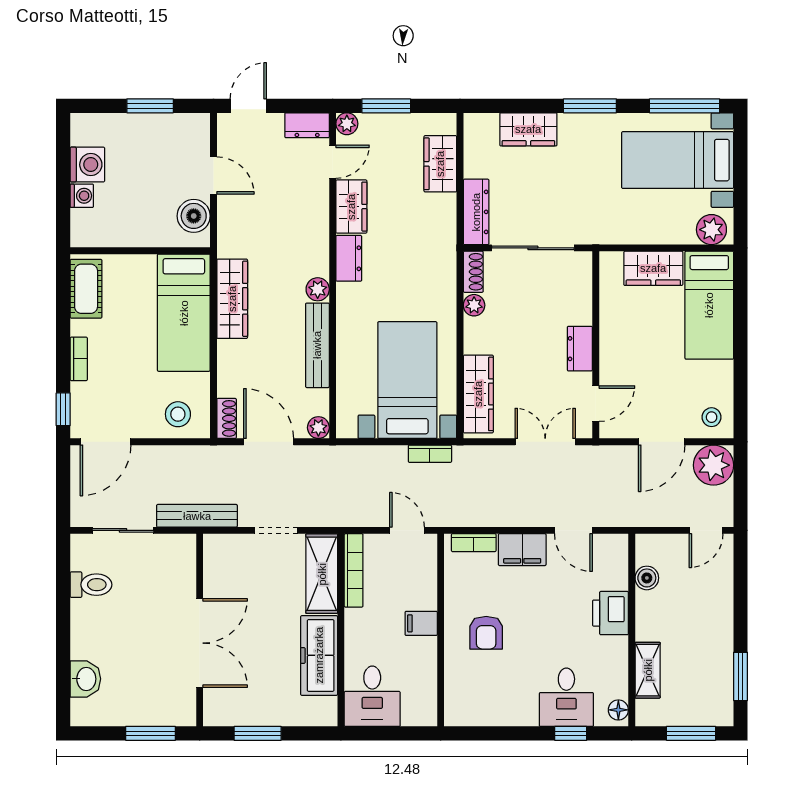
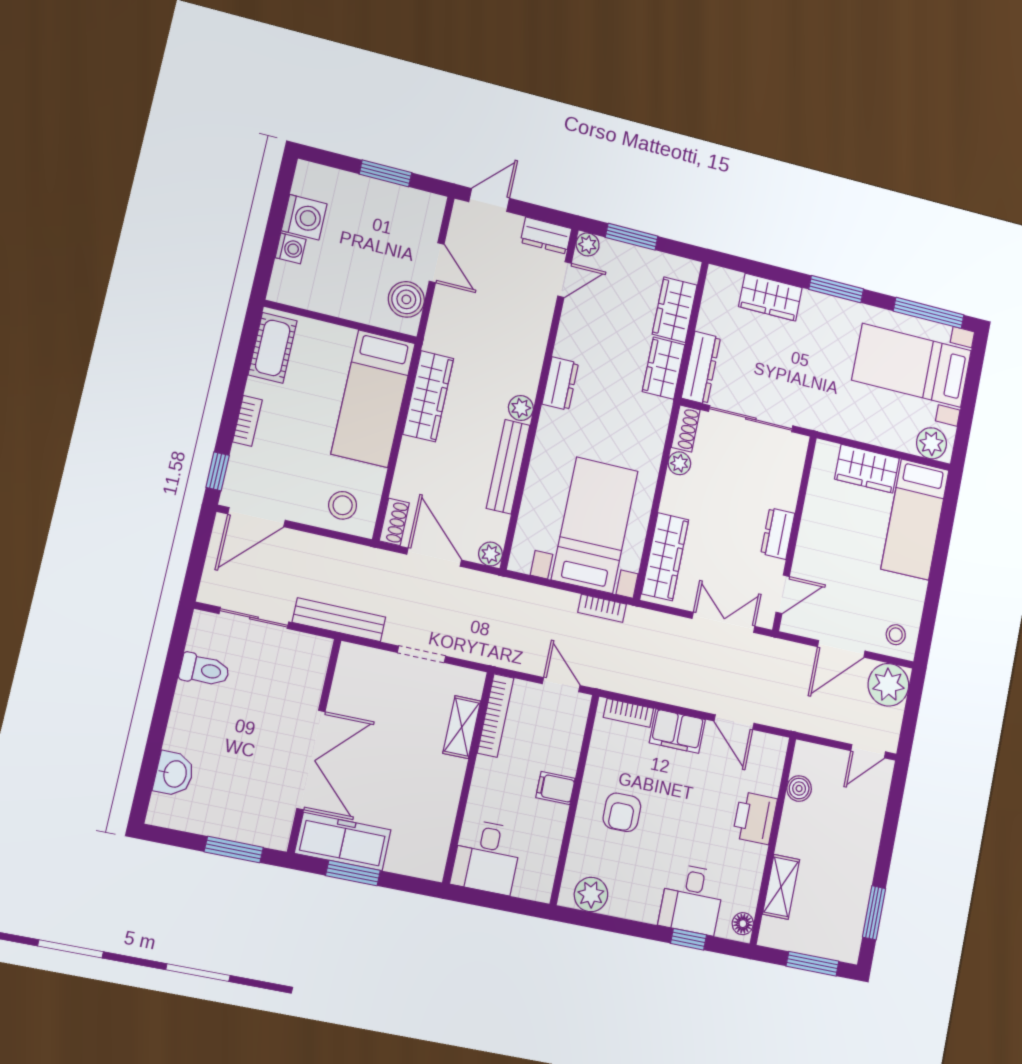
wardrobe: (351, 207) -> (664, 368), moved, turned 180
shelving: (322, 574) -> (462, 727), width x0.67, depth x0.75
freezer: (319, 655) -> (343, 842), moved, turned 90
plant: (473, 711) -> (591, 895), added

